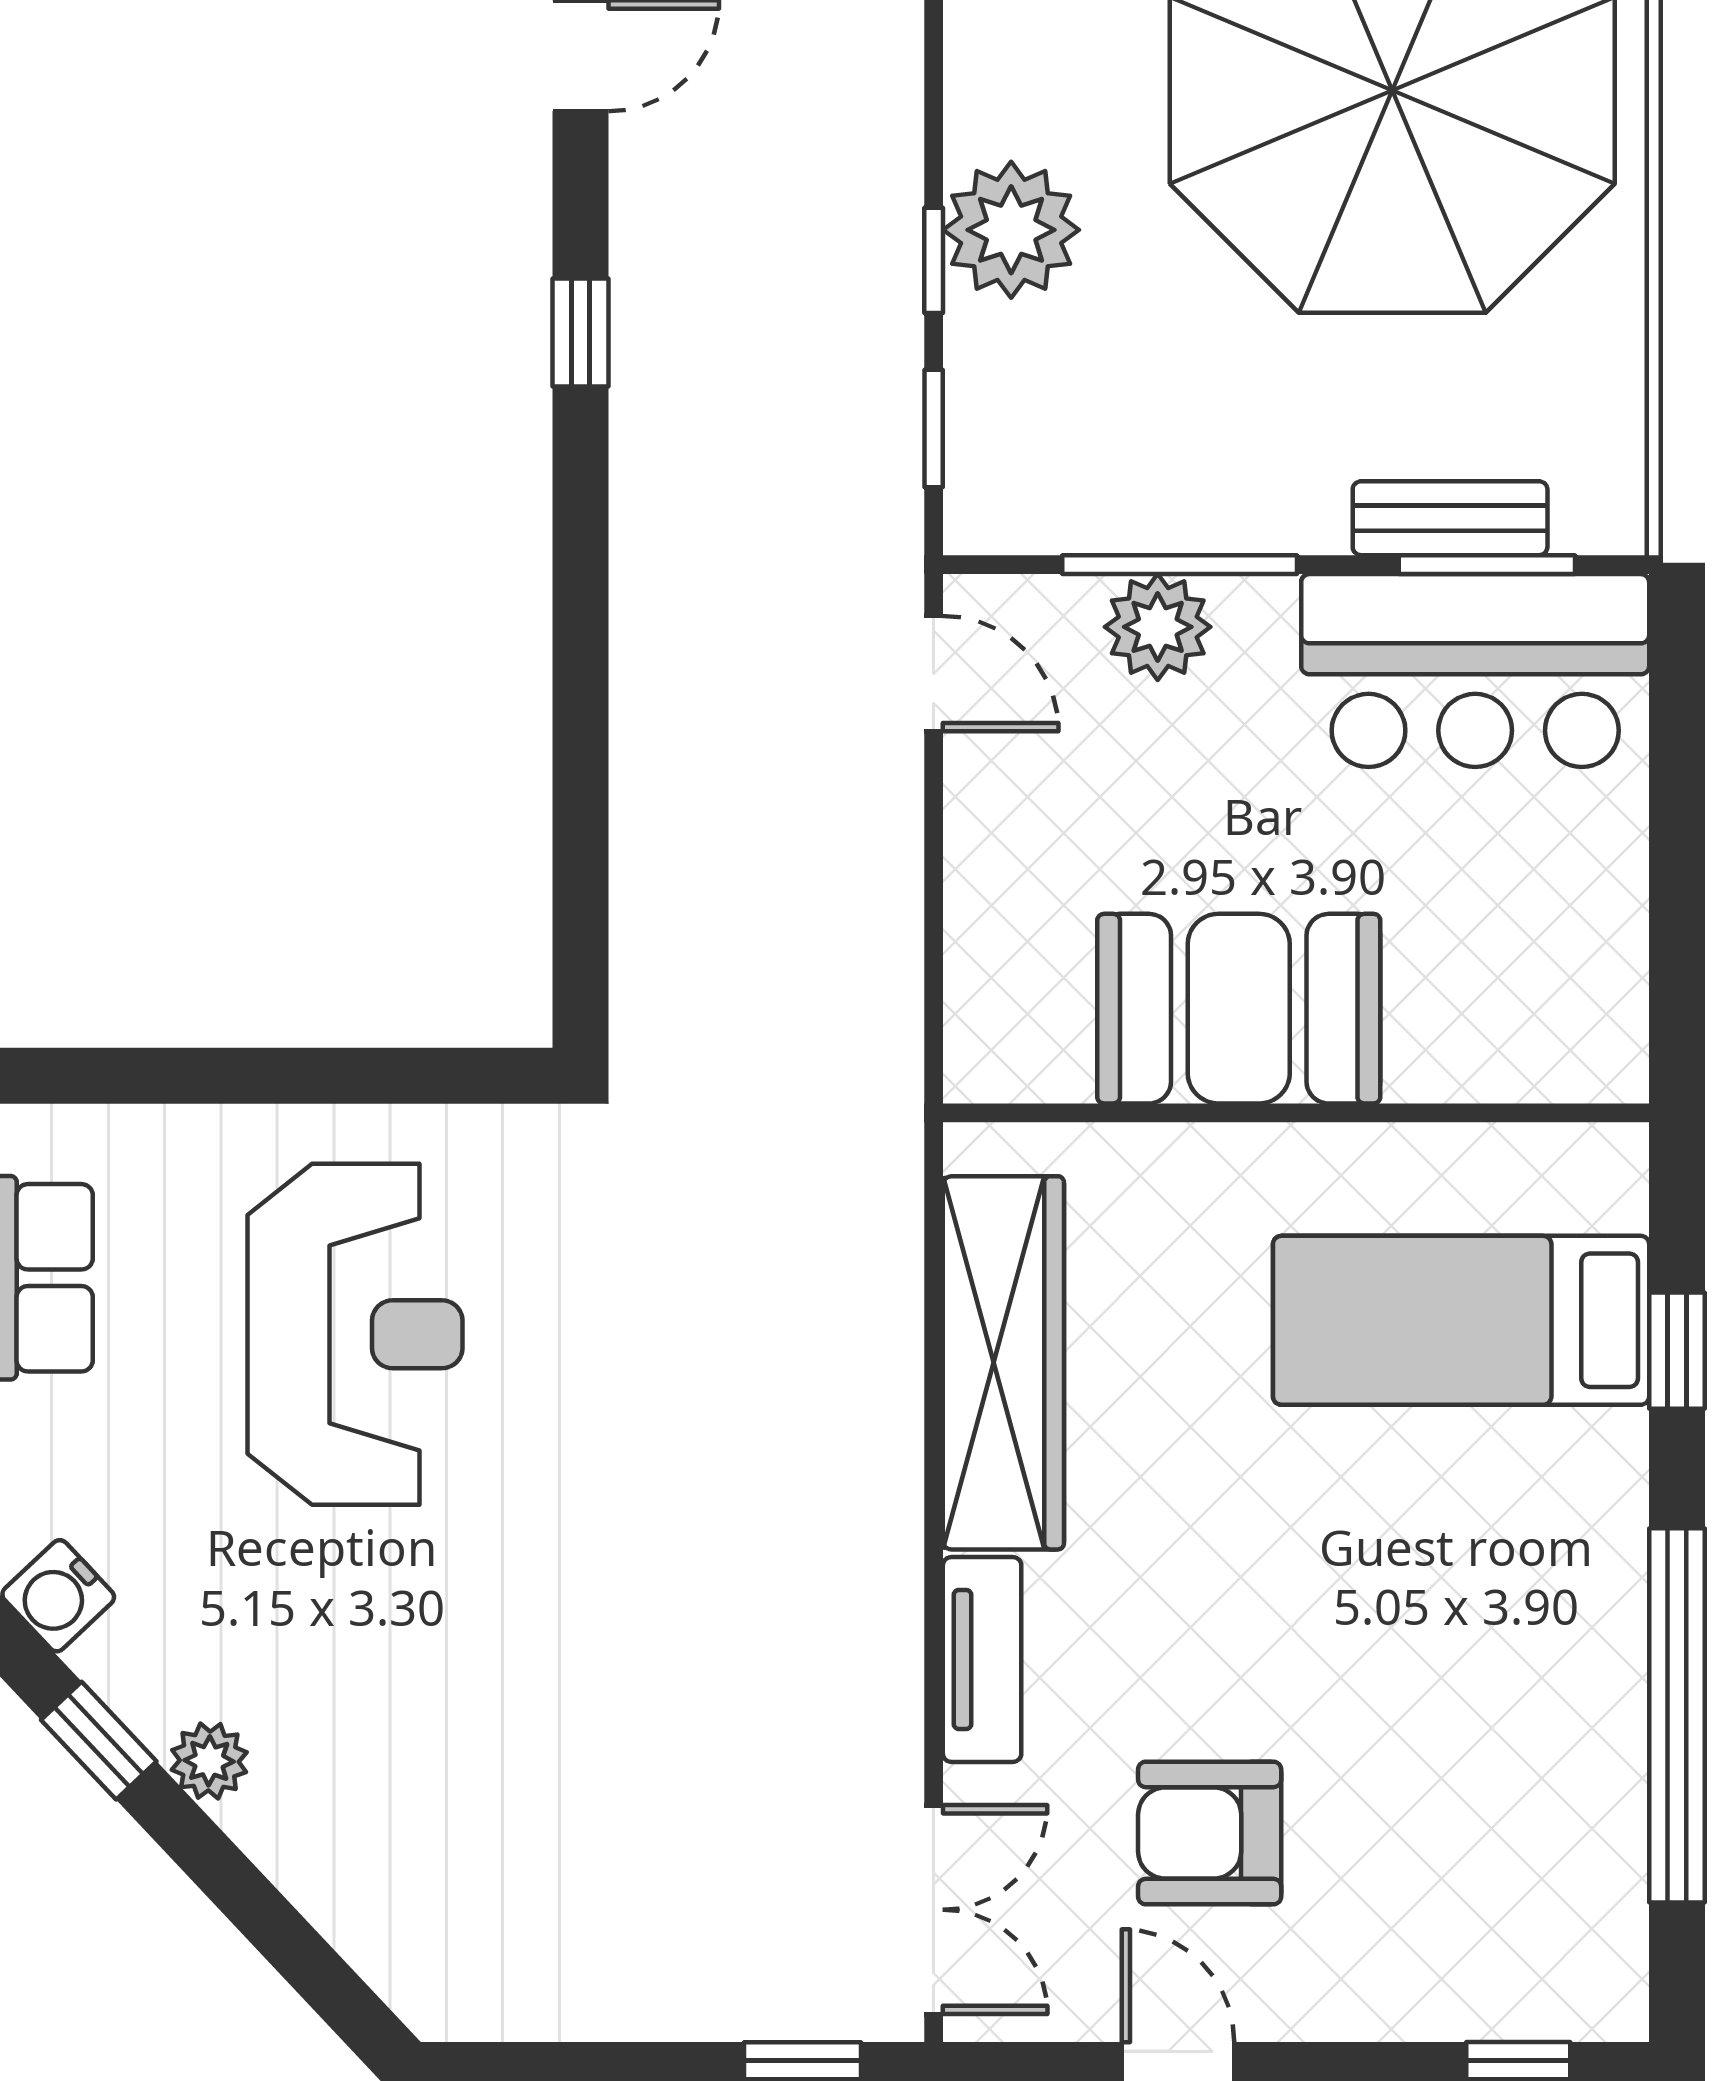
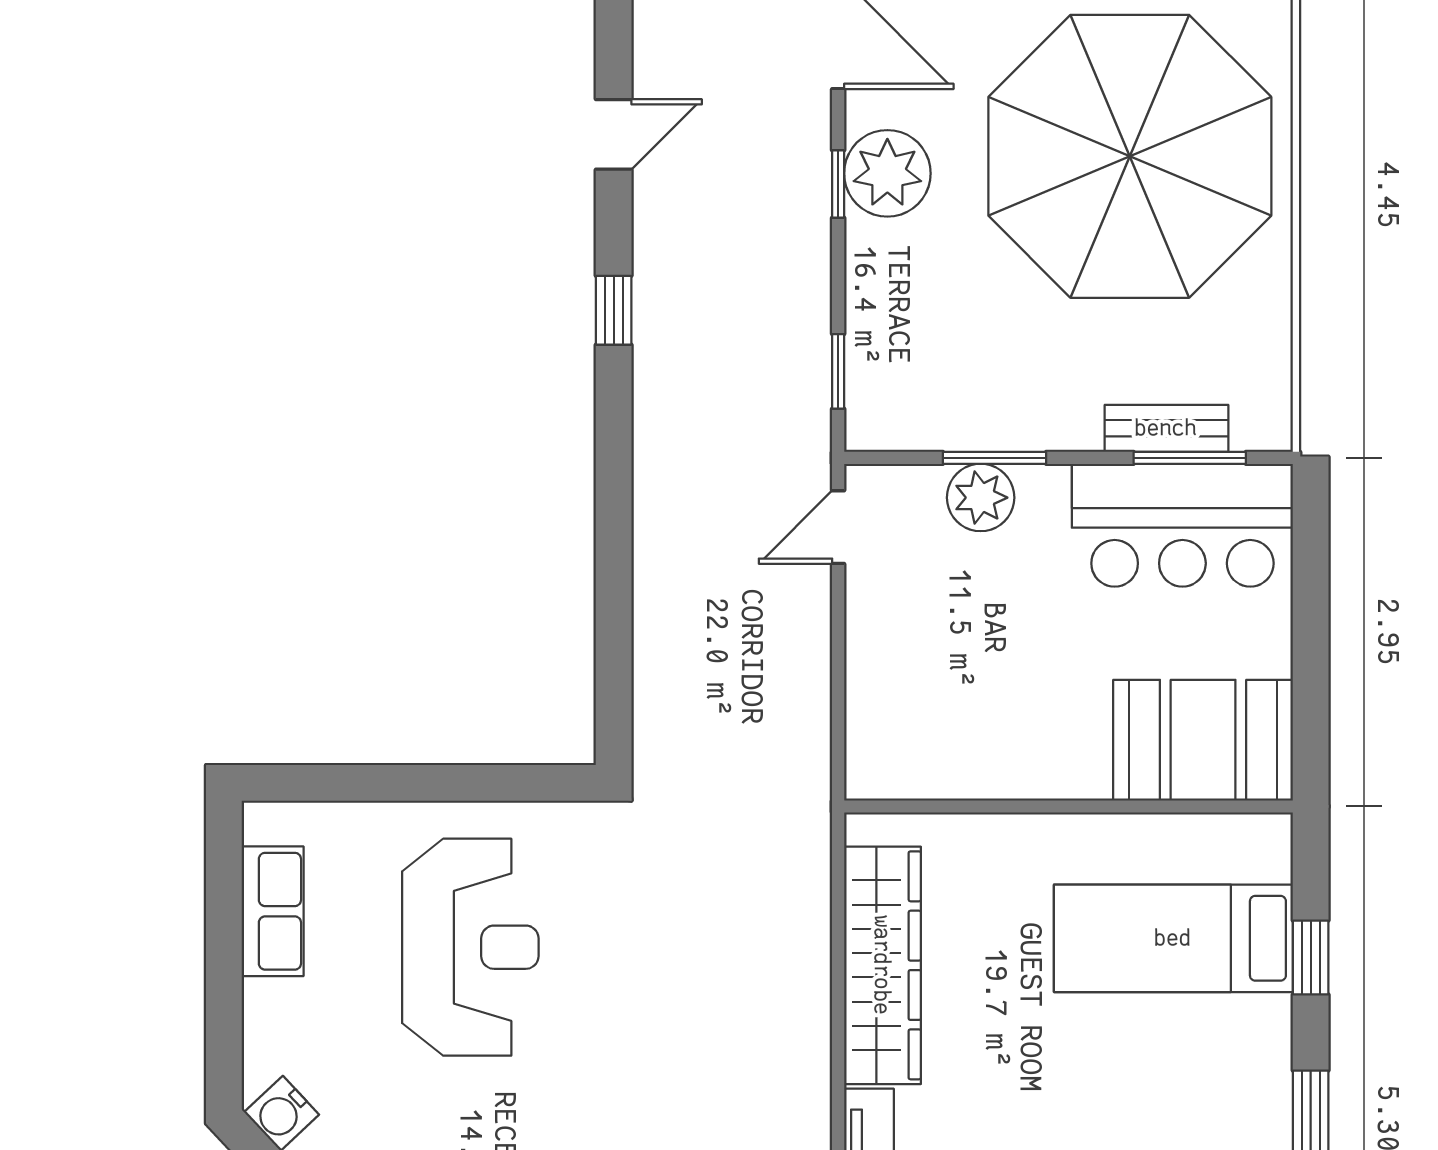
plant: (1011, 230) -> (887, 173), moved
window: (934, 260) -> (838, 184), moved
window: (1180, 565) -> (994, 458), width x0.69
door: (934, 674) -> (838, 527), swing flipped
booth: (1239, 1009) -> (1203, 740), moved

